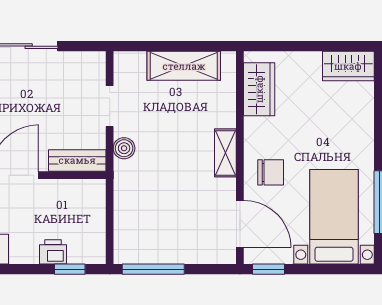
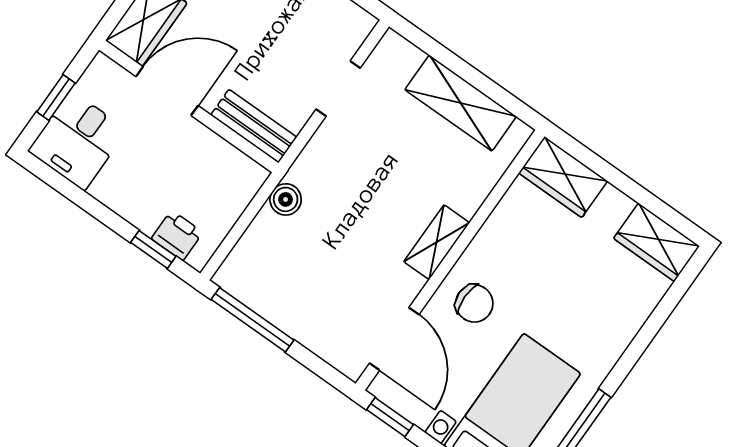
wardrobe: (259, 89) -> (563, 177), moved, turned 90
boiler: (124, 148) -> (286, 199), moved
printer: (53, 252) -> (177, 235), moved

